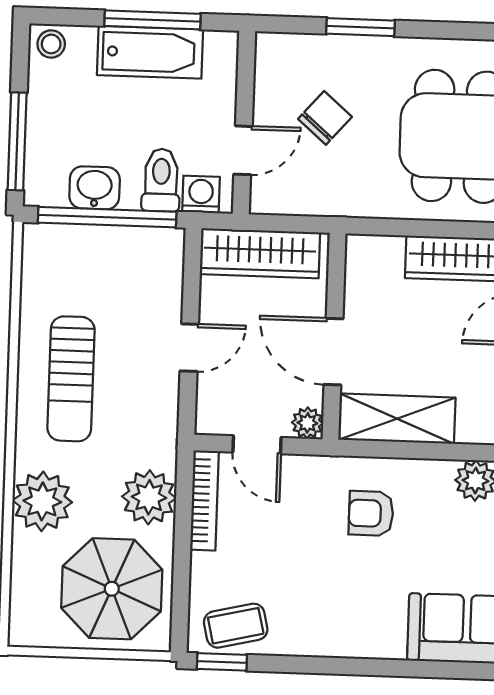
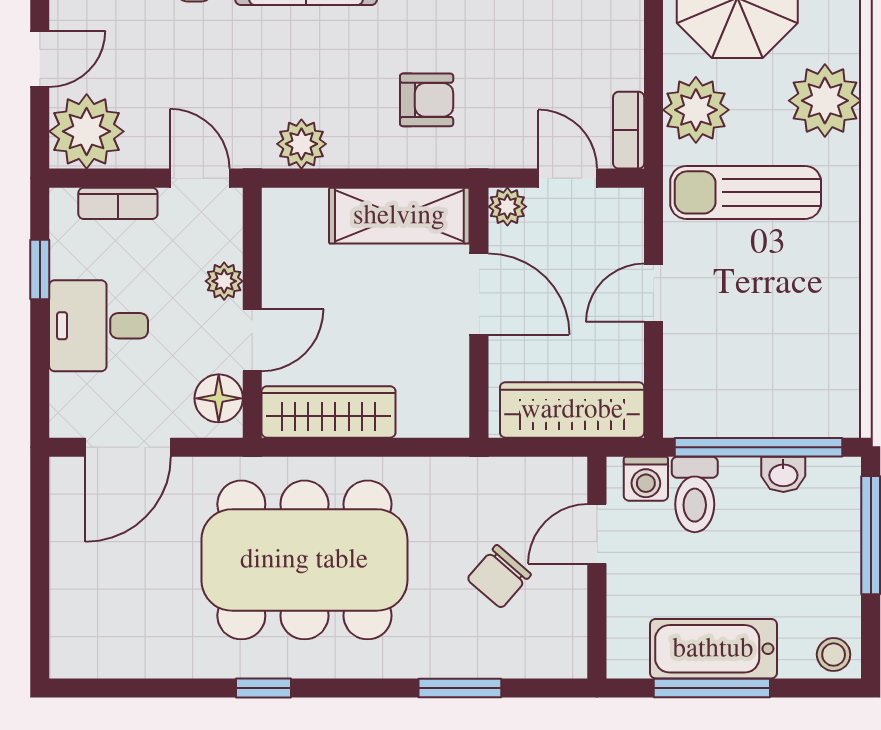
washbasin: (95, 188) -> (783, 474), width x0.72, depth x0.69
sun lounger: (71, 379) -> (746, 192), moved, turned -90
bookcase: (205, 500) -> (629, 130), width x0.64

